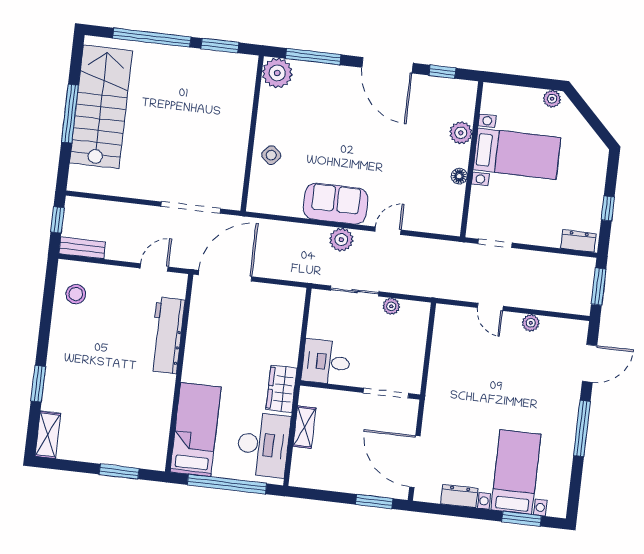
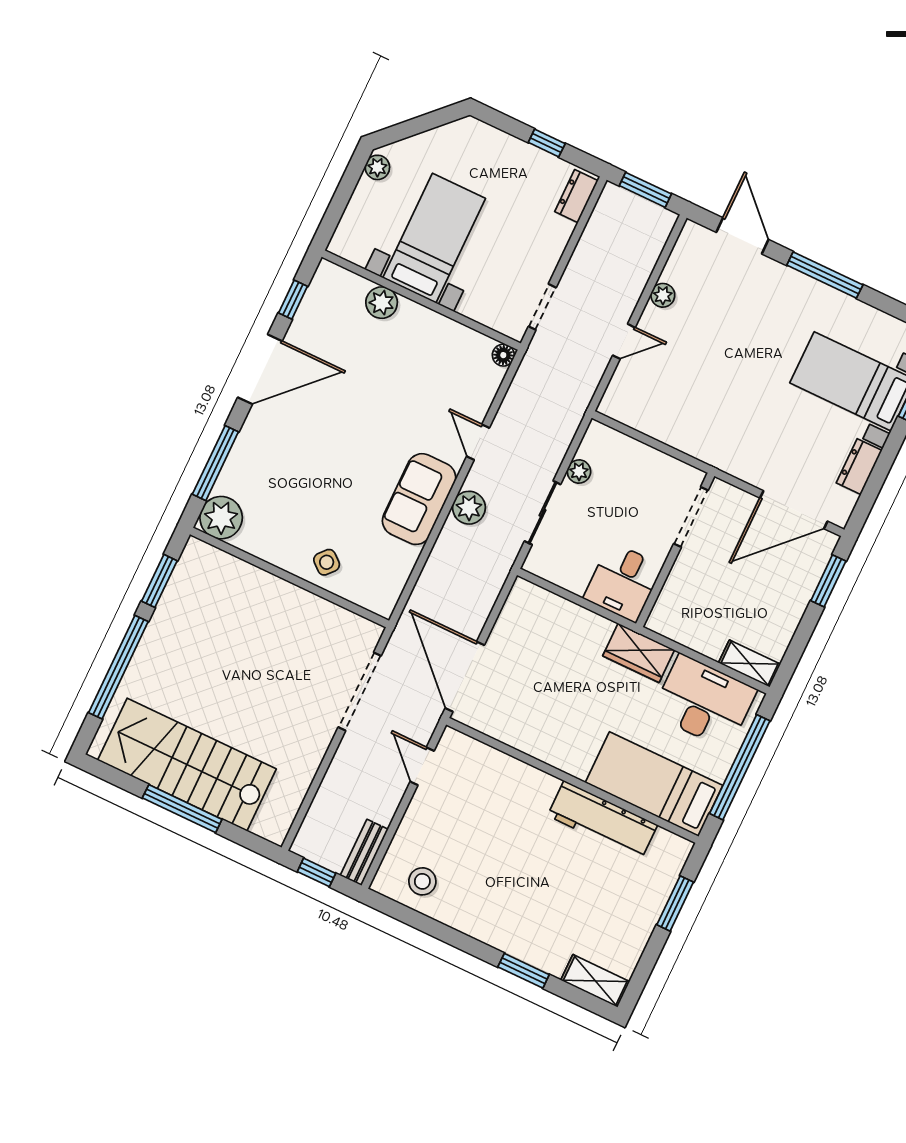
floor lamp: (459, 176) -> (503, 355), moved
workbench: (167, 335) -> (602, 820), moved
shelving: (304, 427) -> (750, 664), moved

